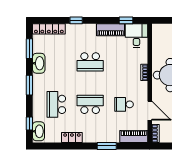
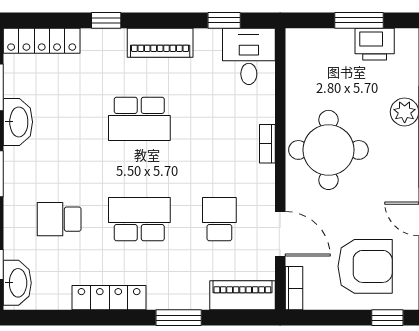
piano: (111, 30) -> (160, 43), moved
school desk: (56, 104) -> (59, 219), width x0.54
school desk: (124, 104) -> (219, 219), turned 90
locker: (72, 138) -> (109, 298), width x1.53

